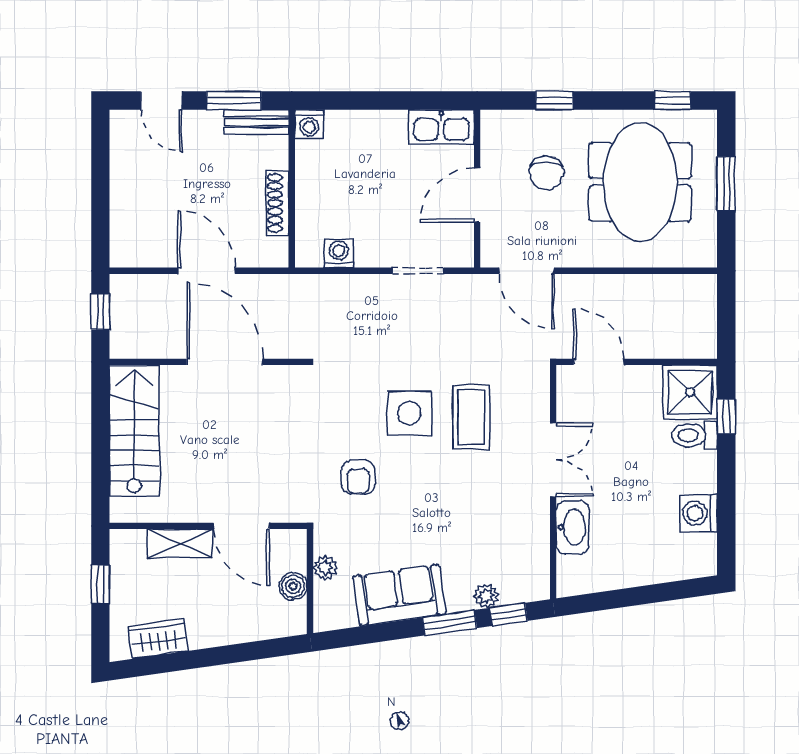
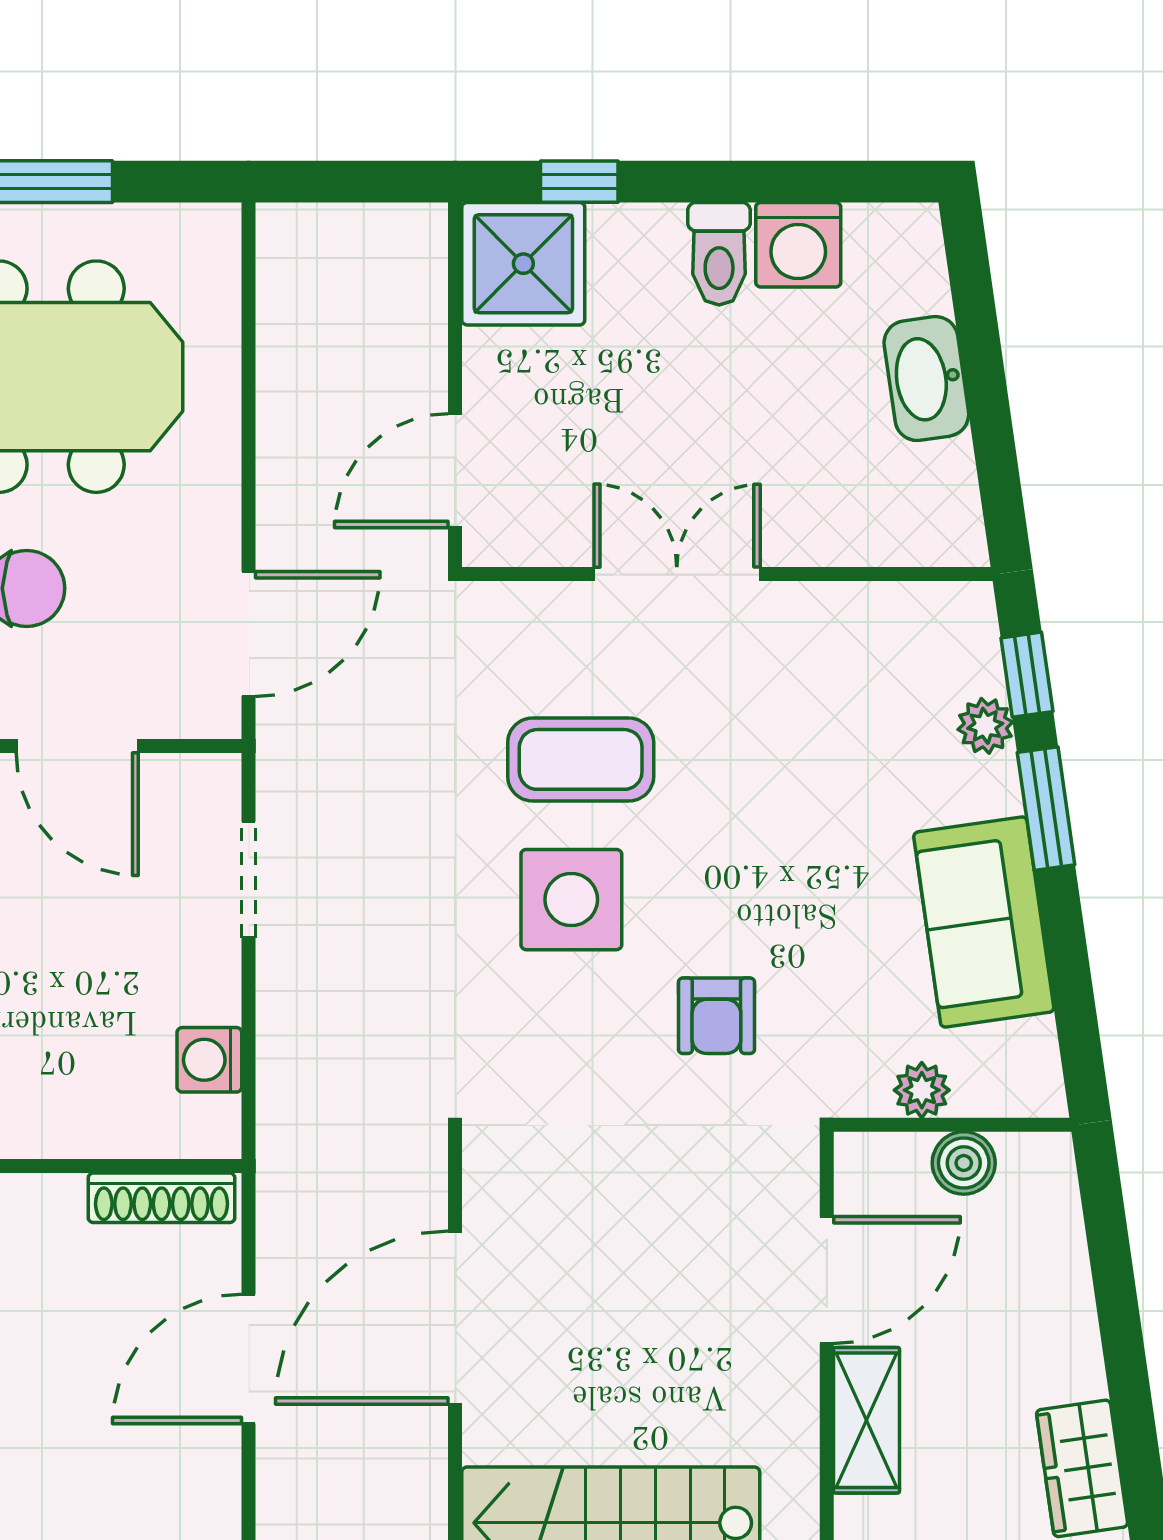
shoe rack: (278, 203) -> (162, 1198), moved
toilet: (694, 435) -> (719, 254), moved
armchair: (358, 477) -> (716, 1016), turned 90
washbasin: (572, 527) -> (926, 379), moved, turned -98

